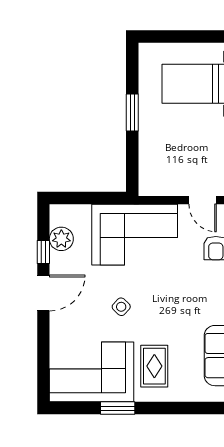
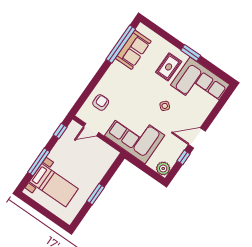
door: (203, 200) -> (91, 130), swing flipped
plant: (61, 239) -> (163, 168), moved
window: (118, 408) -> (191, 53), moved

